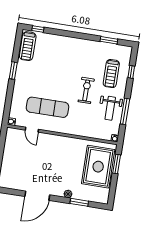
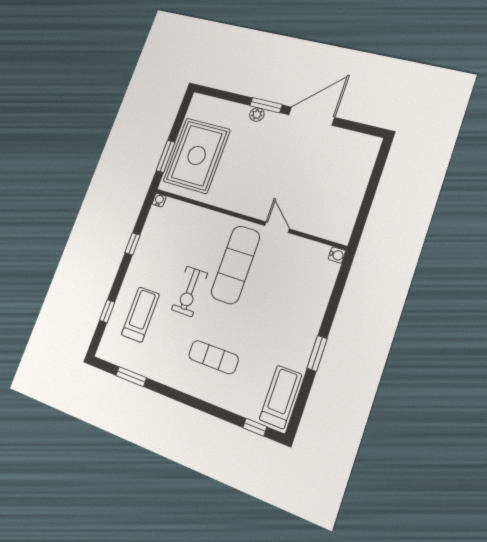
exercise mat: (66, 59) -> (213, 357), added
exercise mat: (48, 107) -> (235, 265), moved, turned 90
weight bench: (110, 108) -> (156, 253), removed
window: (125, 111) -> (133, 244), width x0.46
door: (32, 130) -> (277, 227), moved
window: (79, 202) -> (266, 105), moved

